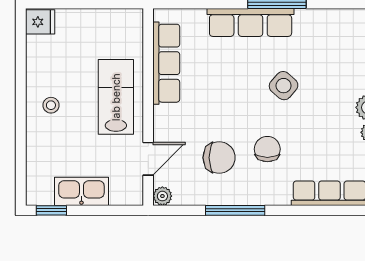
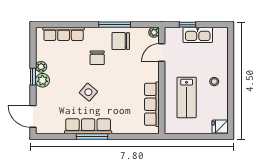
row of seats: (251, 22) -> (88, 126), moved
lab bench: (116, 97) -> (187, 97), moved
chair: (219, 158) -> (121, 41), moved
window: (51, 210) -> (188, 25), moved

